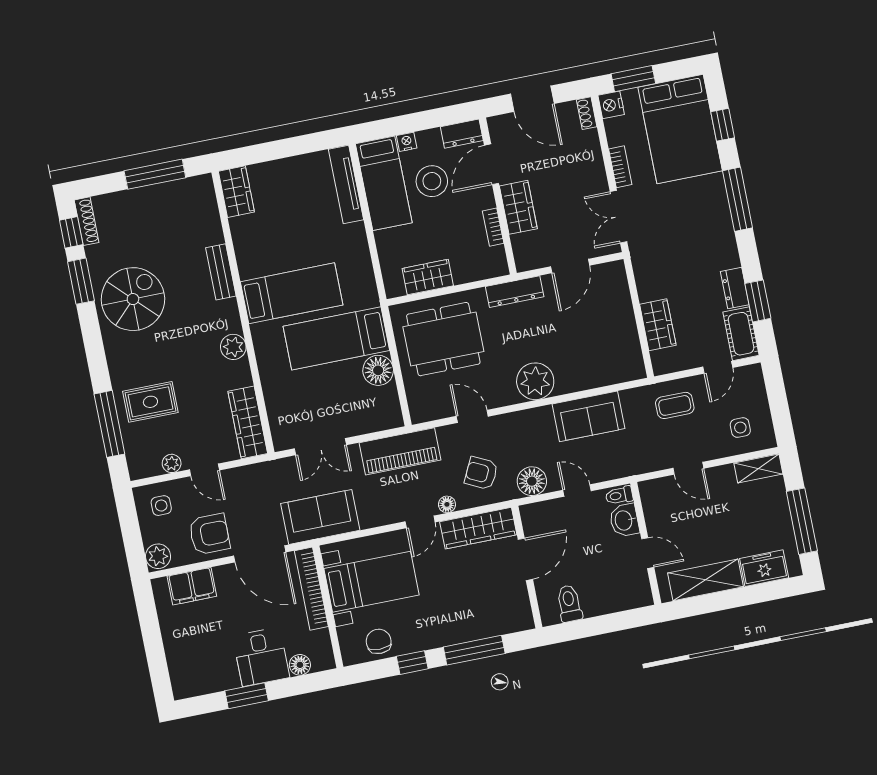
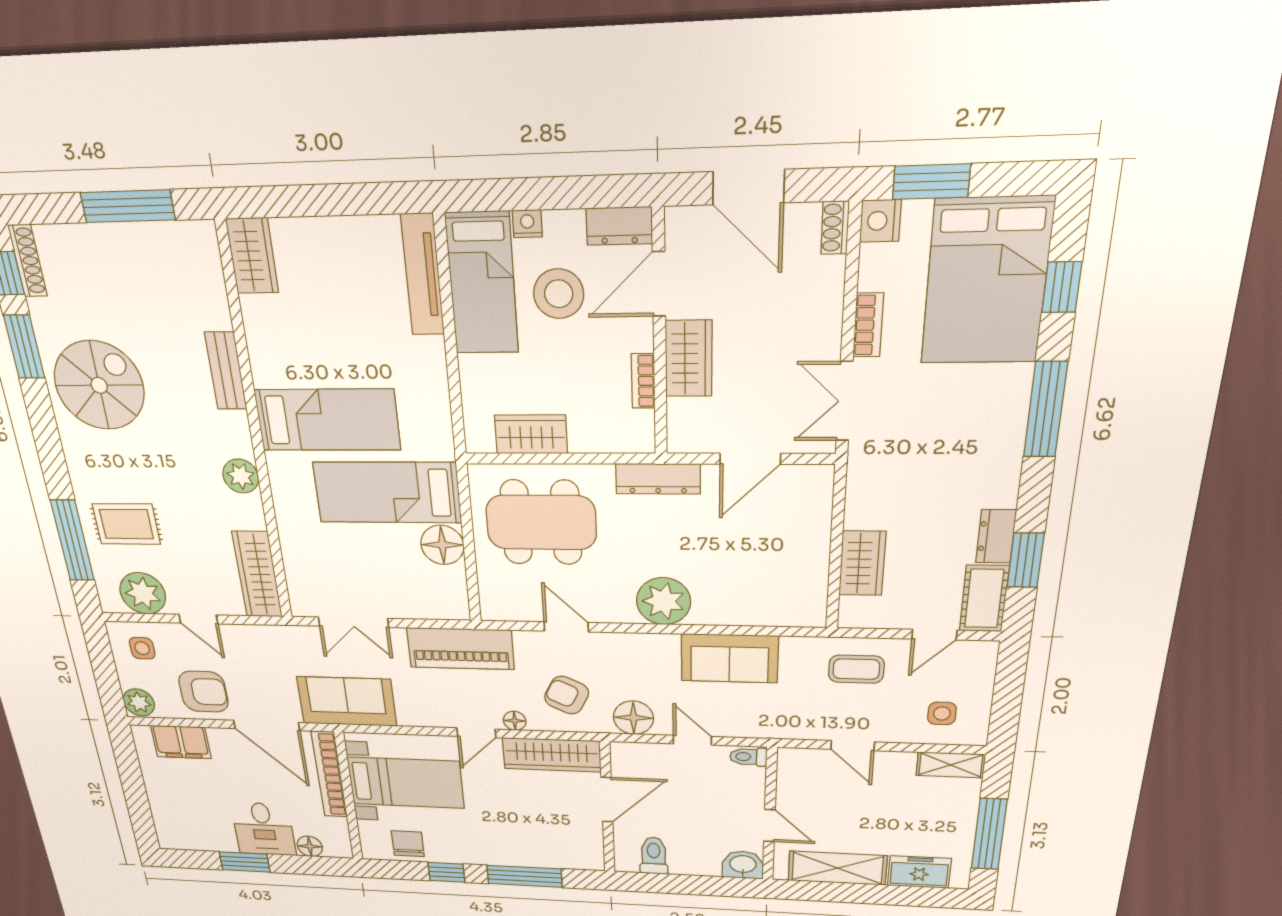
plant: (172, 463) -> (143, 593), width x1.87, depth x1.87
washbasin: (624, 520) -> (743, 865), moved, turned 90

